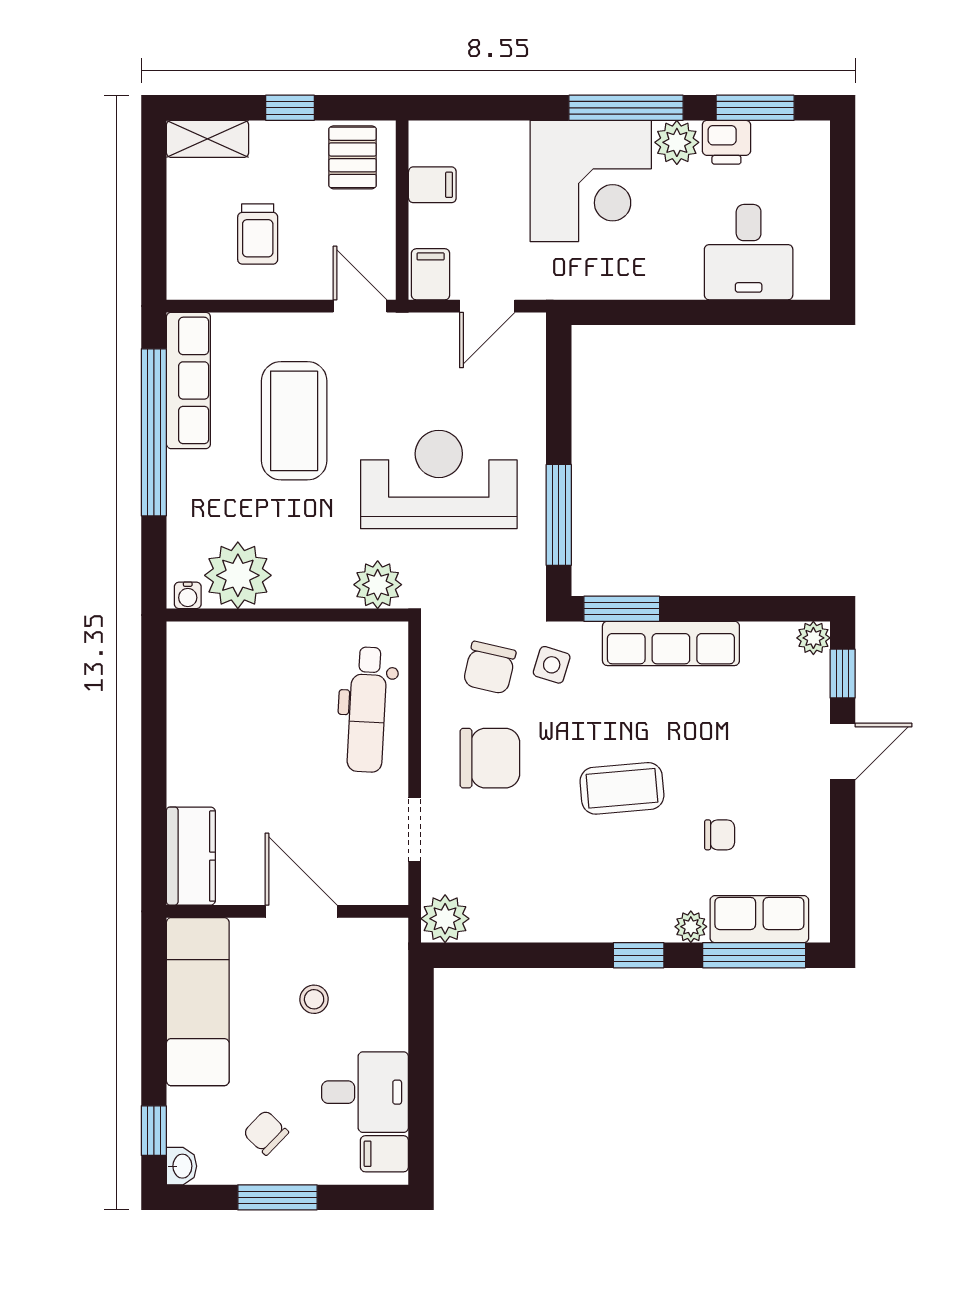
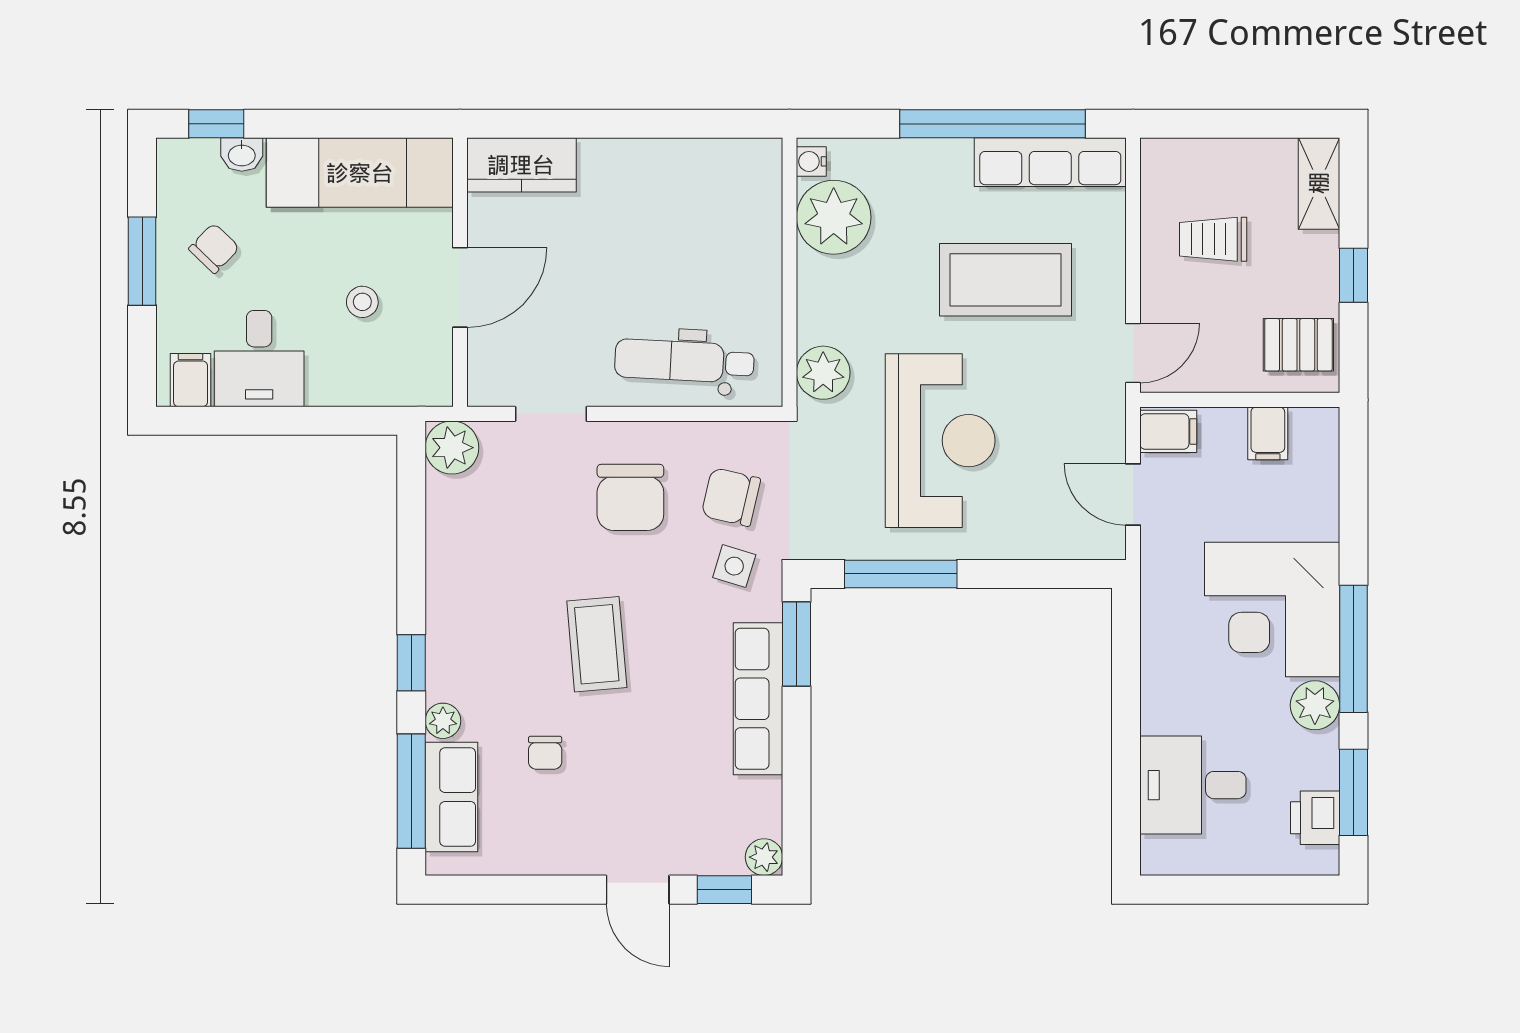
printer: (726, 142) -> (1315, 818), moved
washbasin: (181, 1166) -> (242, 155), moved

